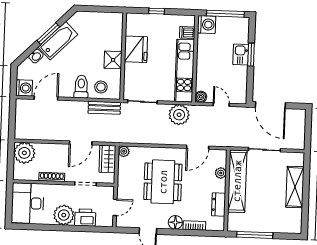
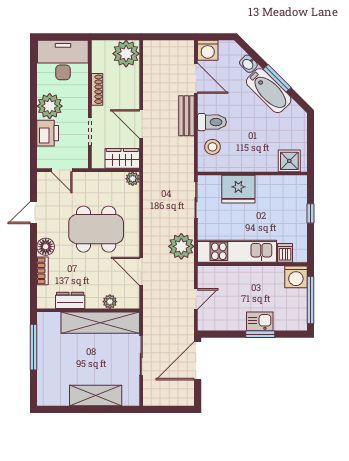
fridge: (136, 49) -> (238, 189), moved
shower: (113, 60) -> (289, 161), moved
boiler: (201, 97) -> (205, 273), removed
bench: (104, 108) -> (187, 116), moved

